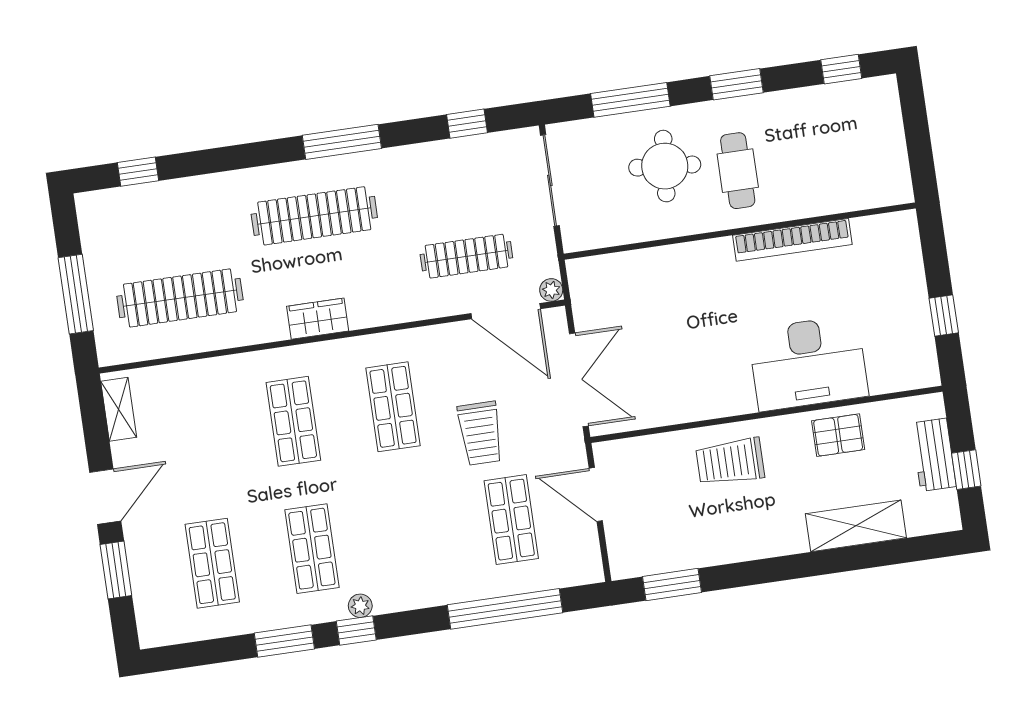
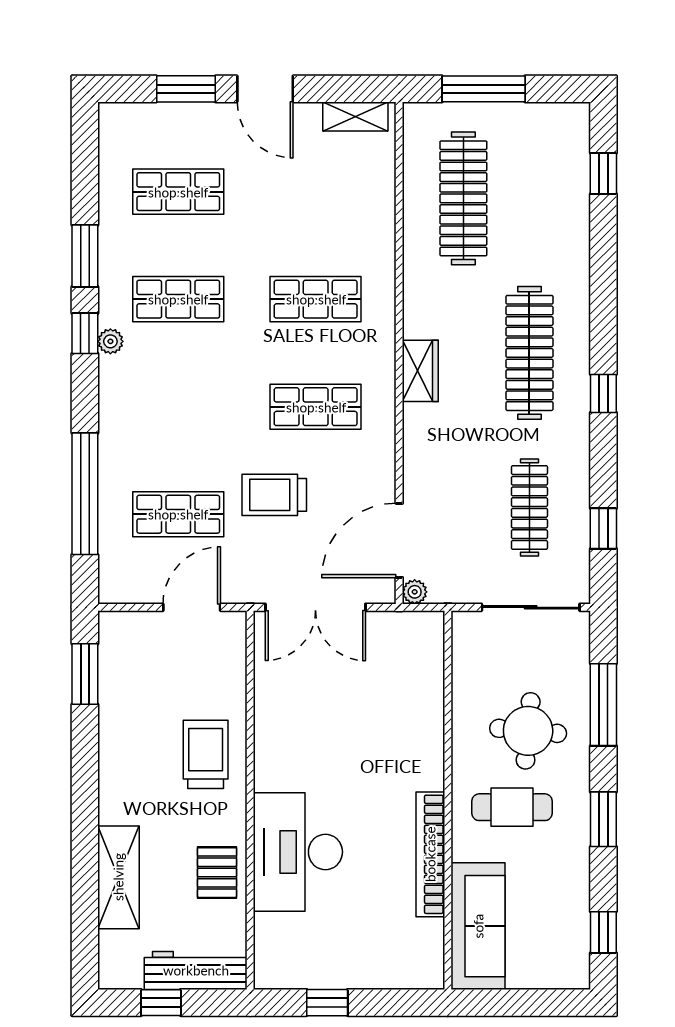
window: (342, 142) -> (603, 393), width x0.46
sofa: (853, 186) -> (478, 926), added
clothes rail: (466, 256) -> (529, 507), moved
wardrobe: (318, 319) -> (420, 371), moved
workbench: (934, 455) -> (196, 970), width x1.37

